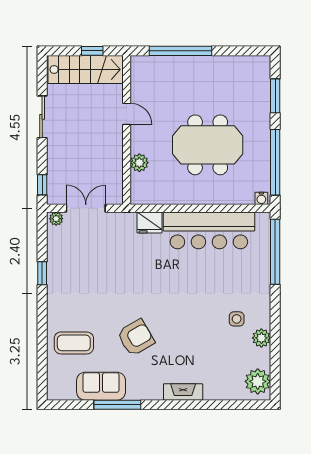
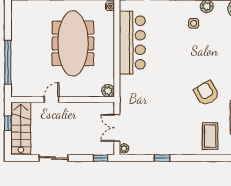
meeting table: (208, 145) -> (73, 43), width x1.36
plant: (139, 163) -> (108, 91), moved
fridge: (150, 222) -> (127, 84), removed

